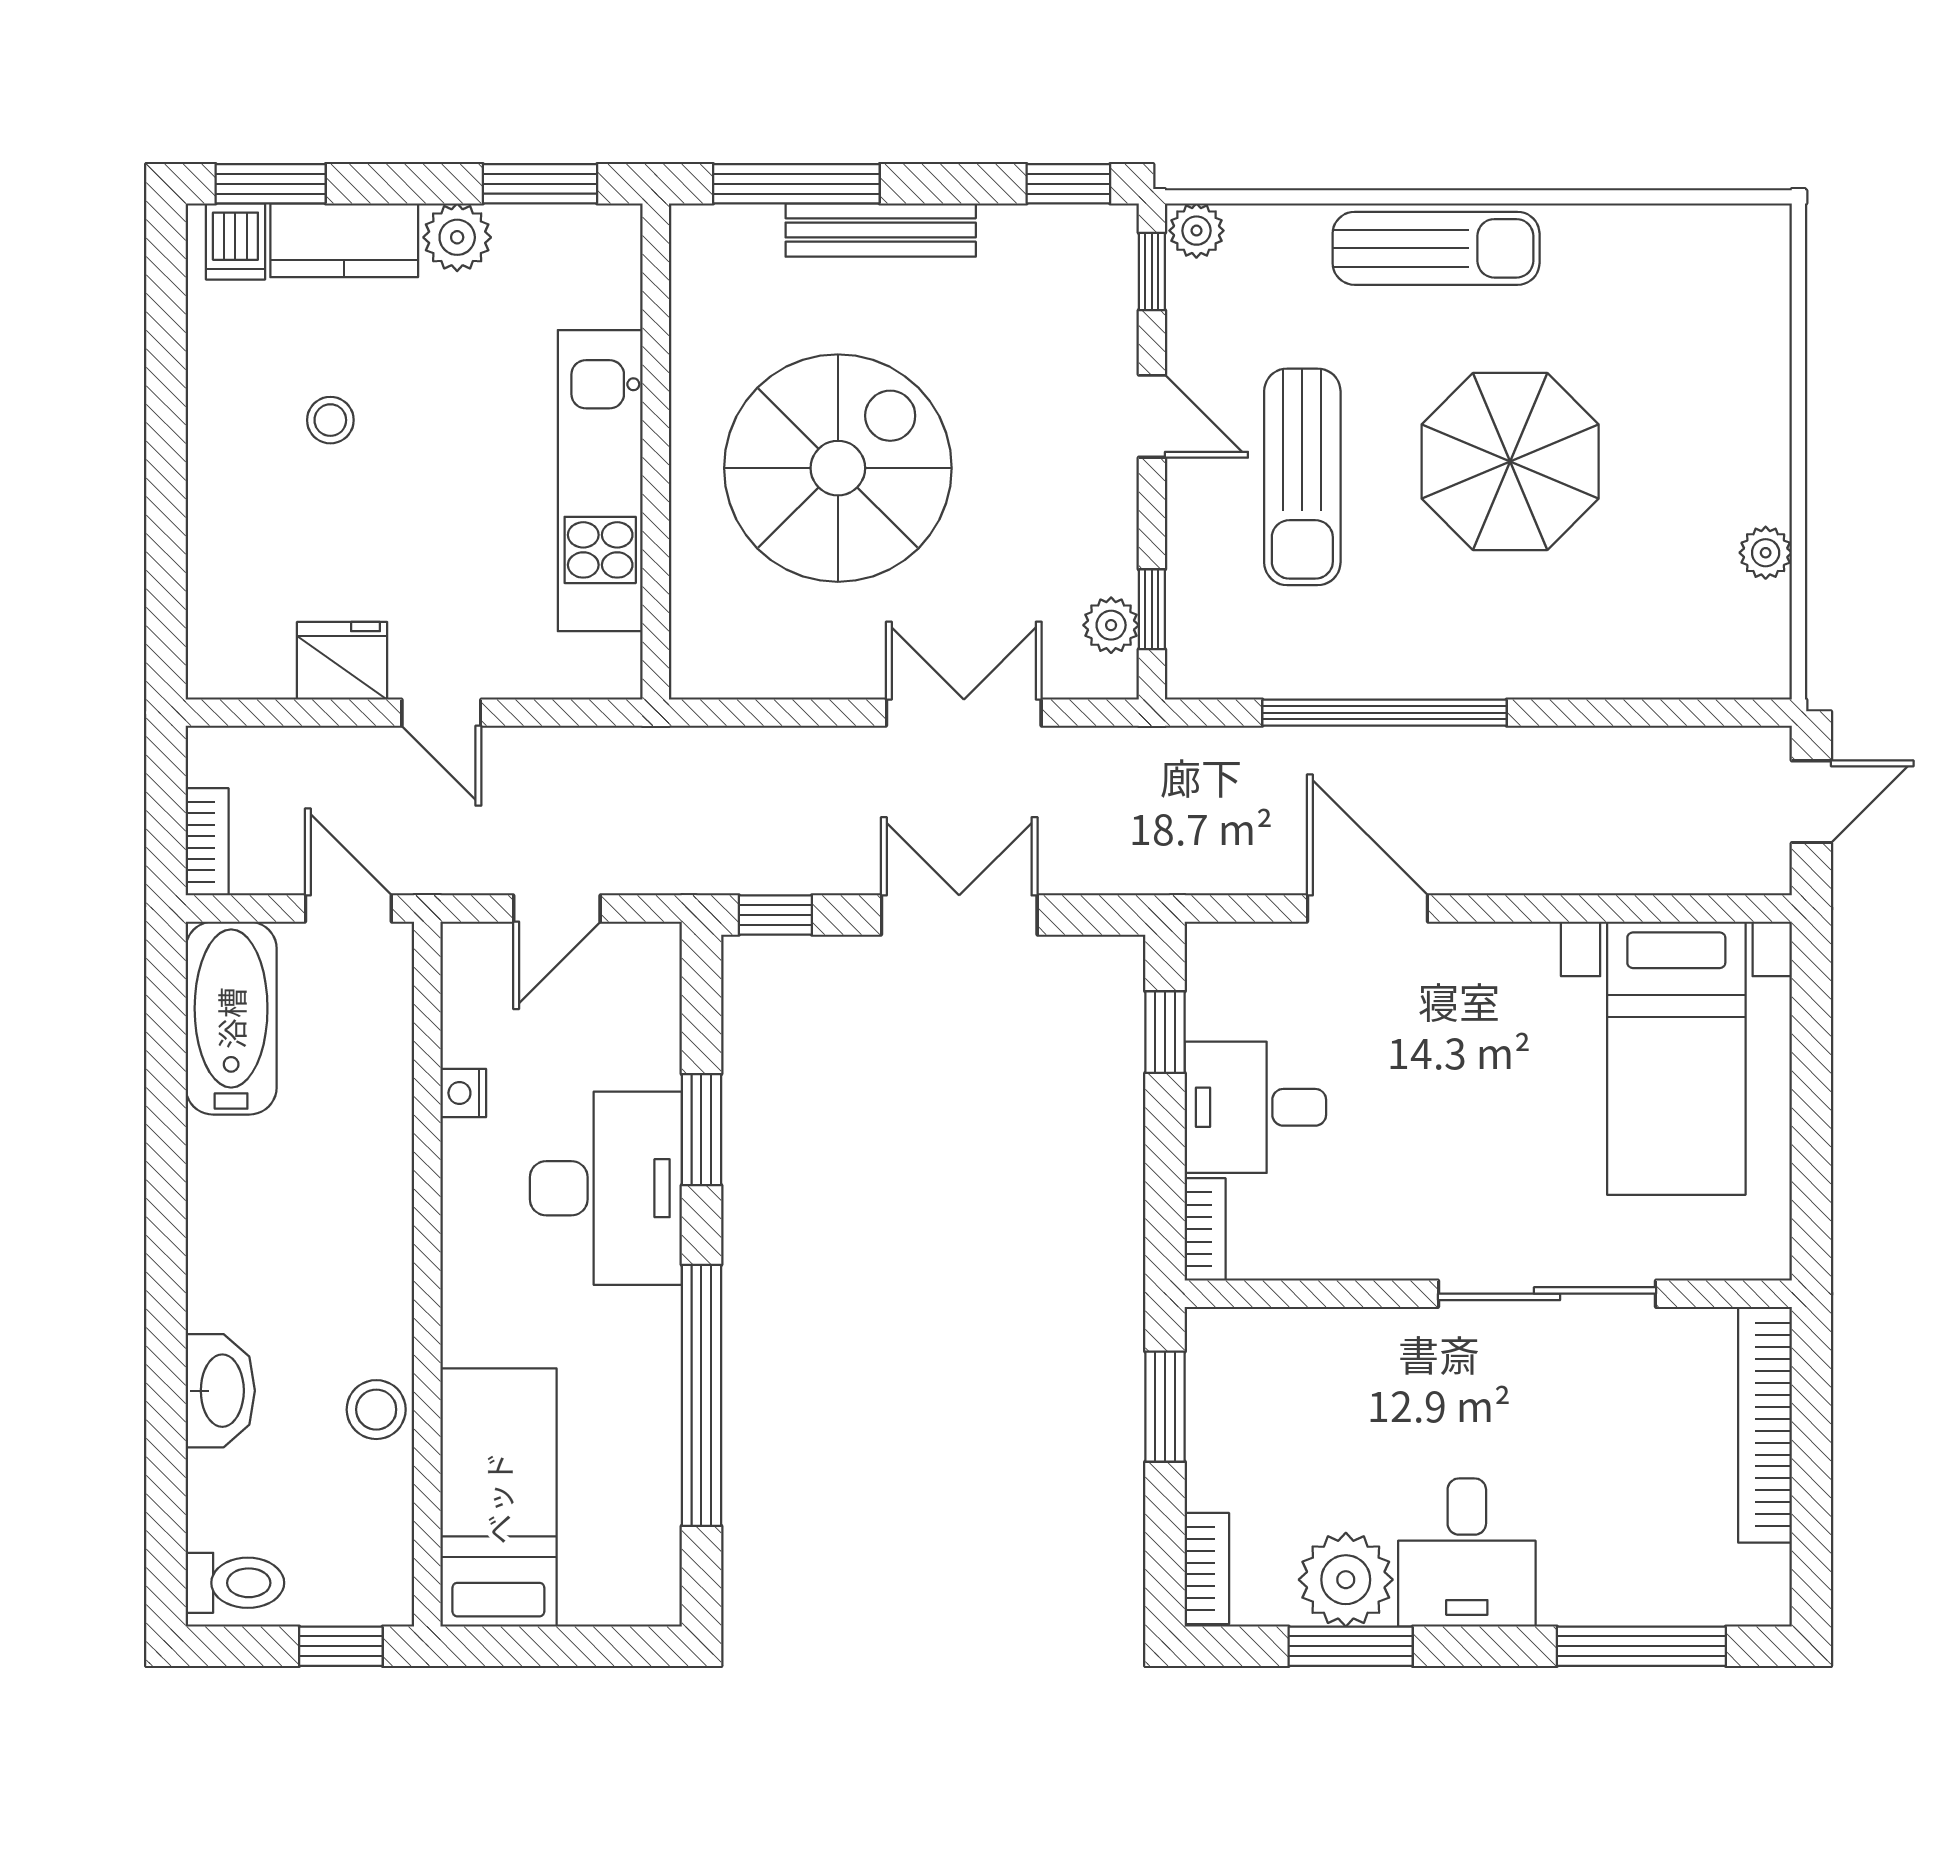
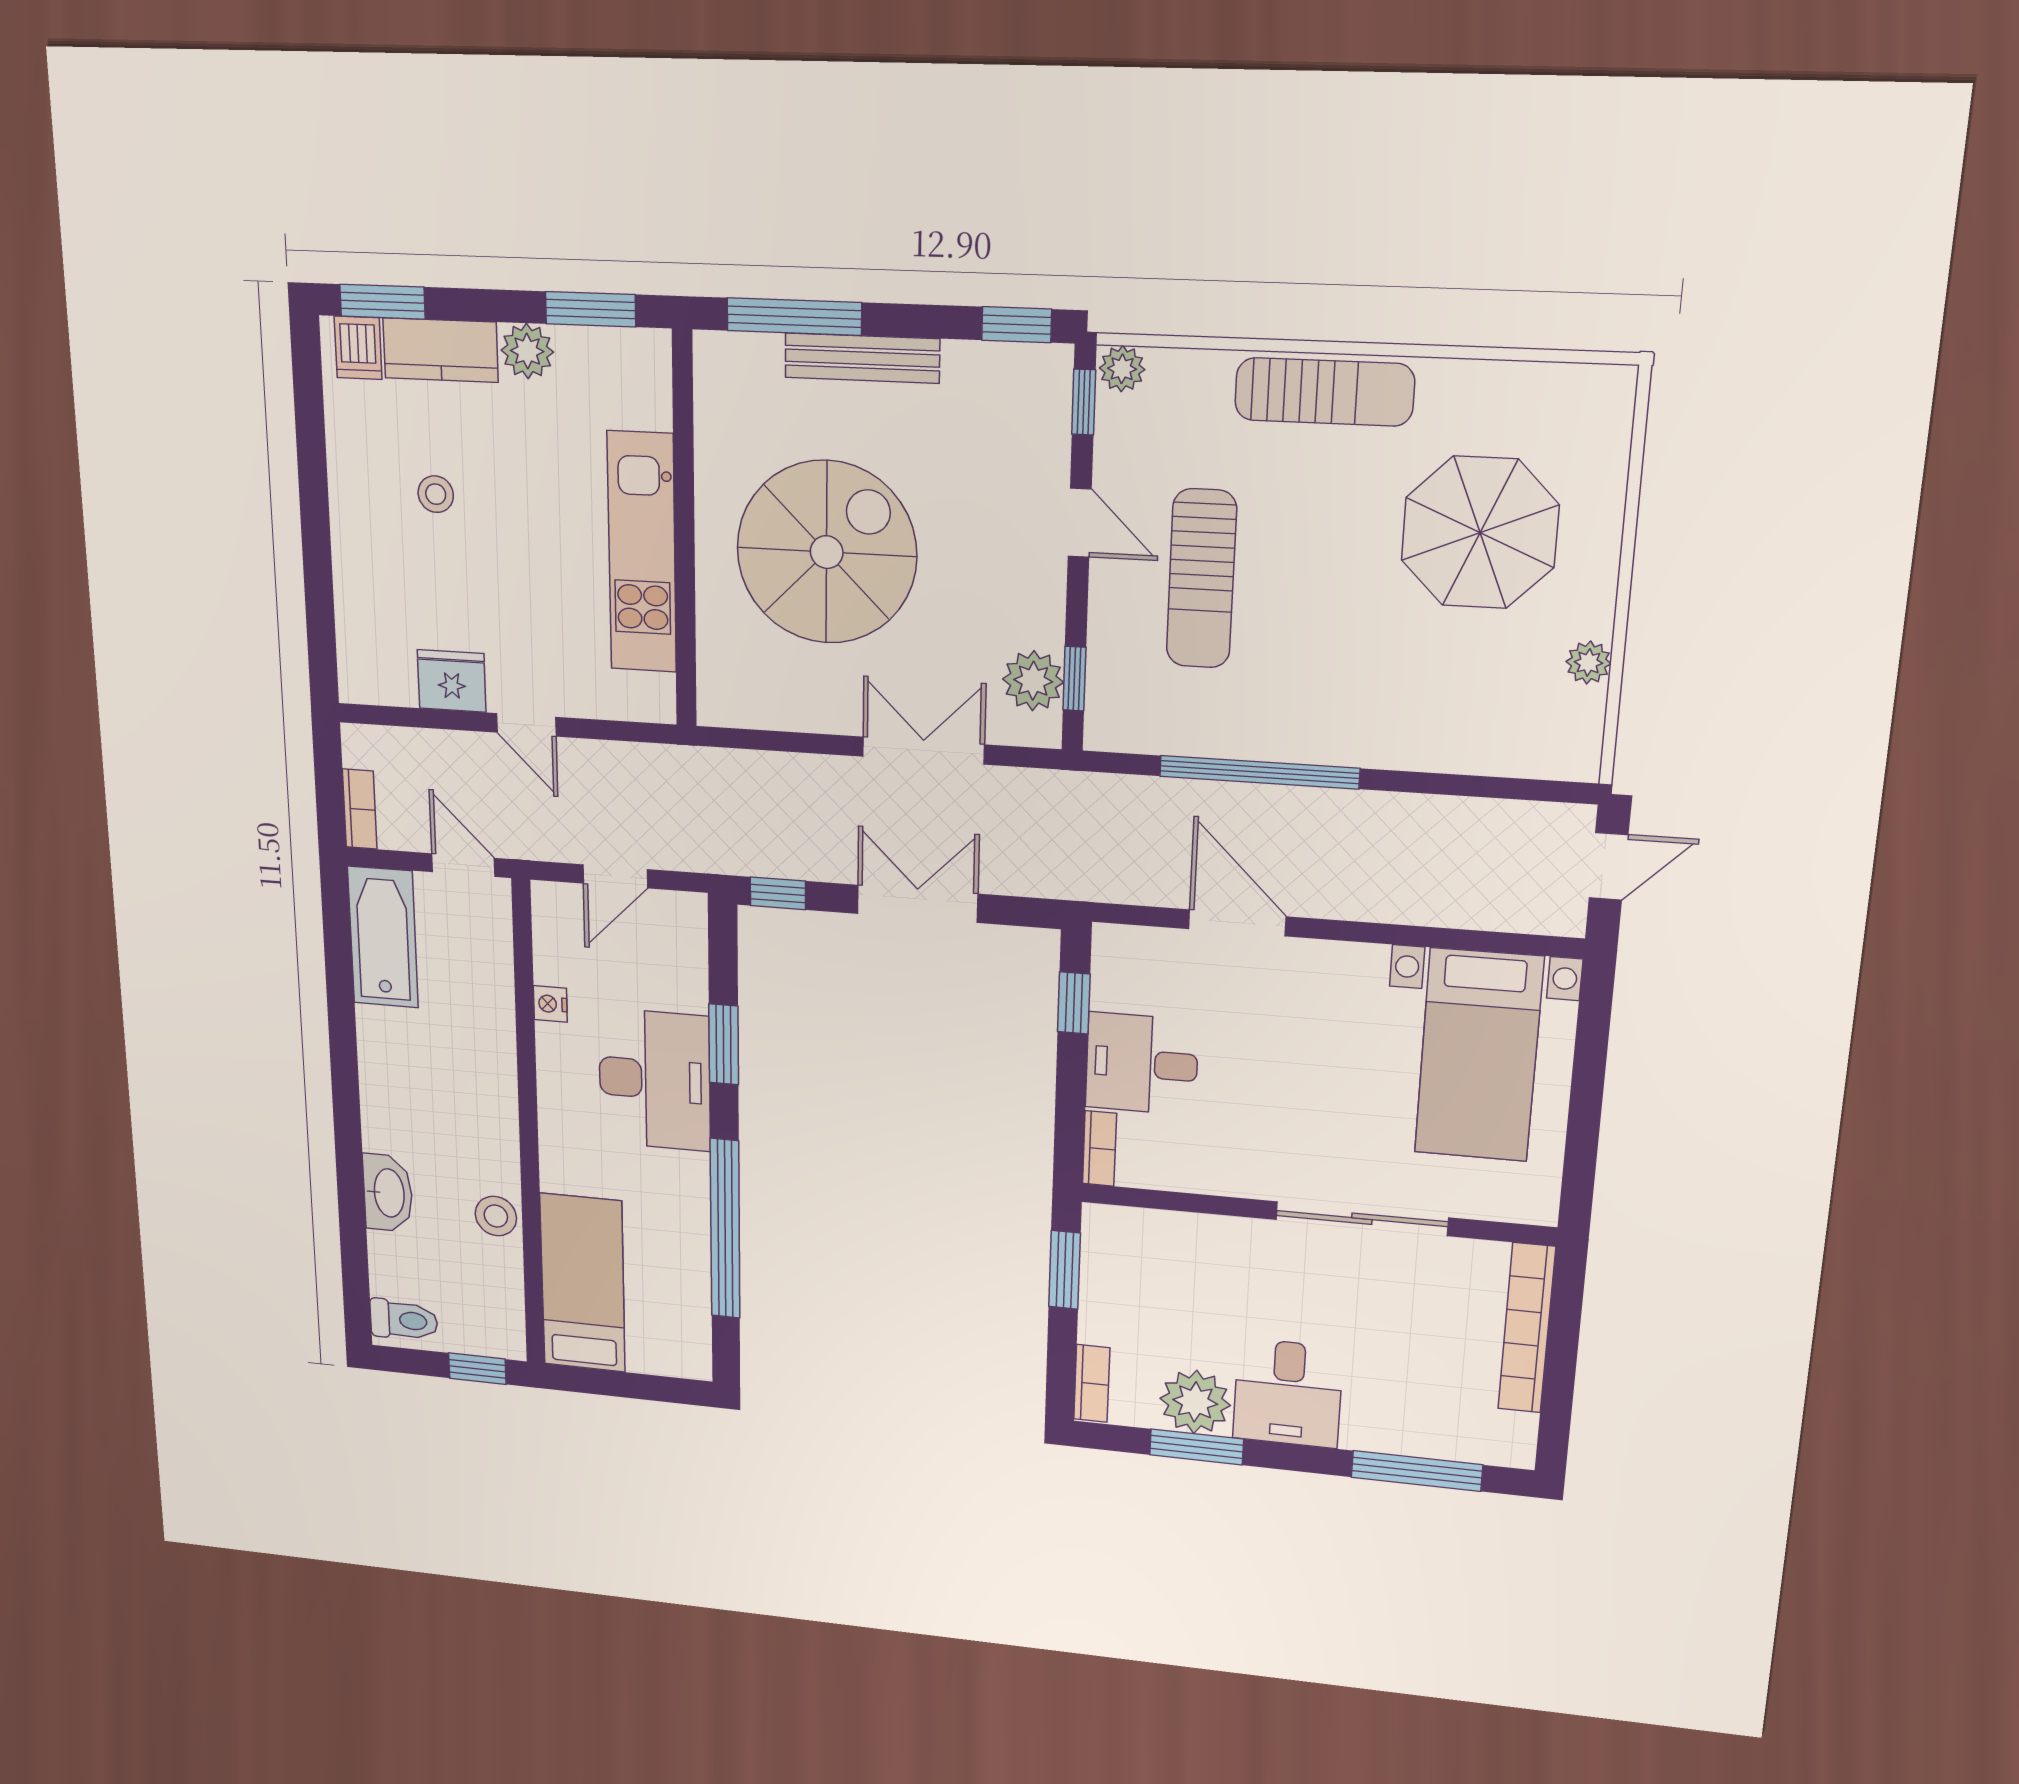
parasol: (1510, 462) -> (1480, 533), moved
plant: (1111, 625) -> (1033, 681), width x1.38, depth x1.38

